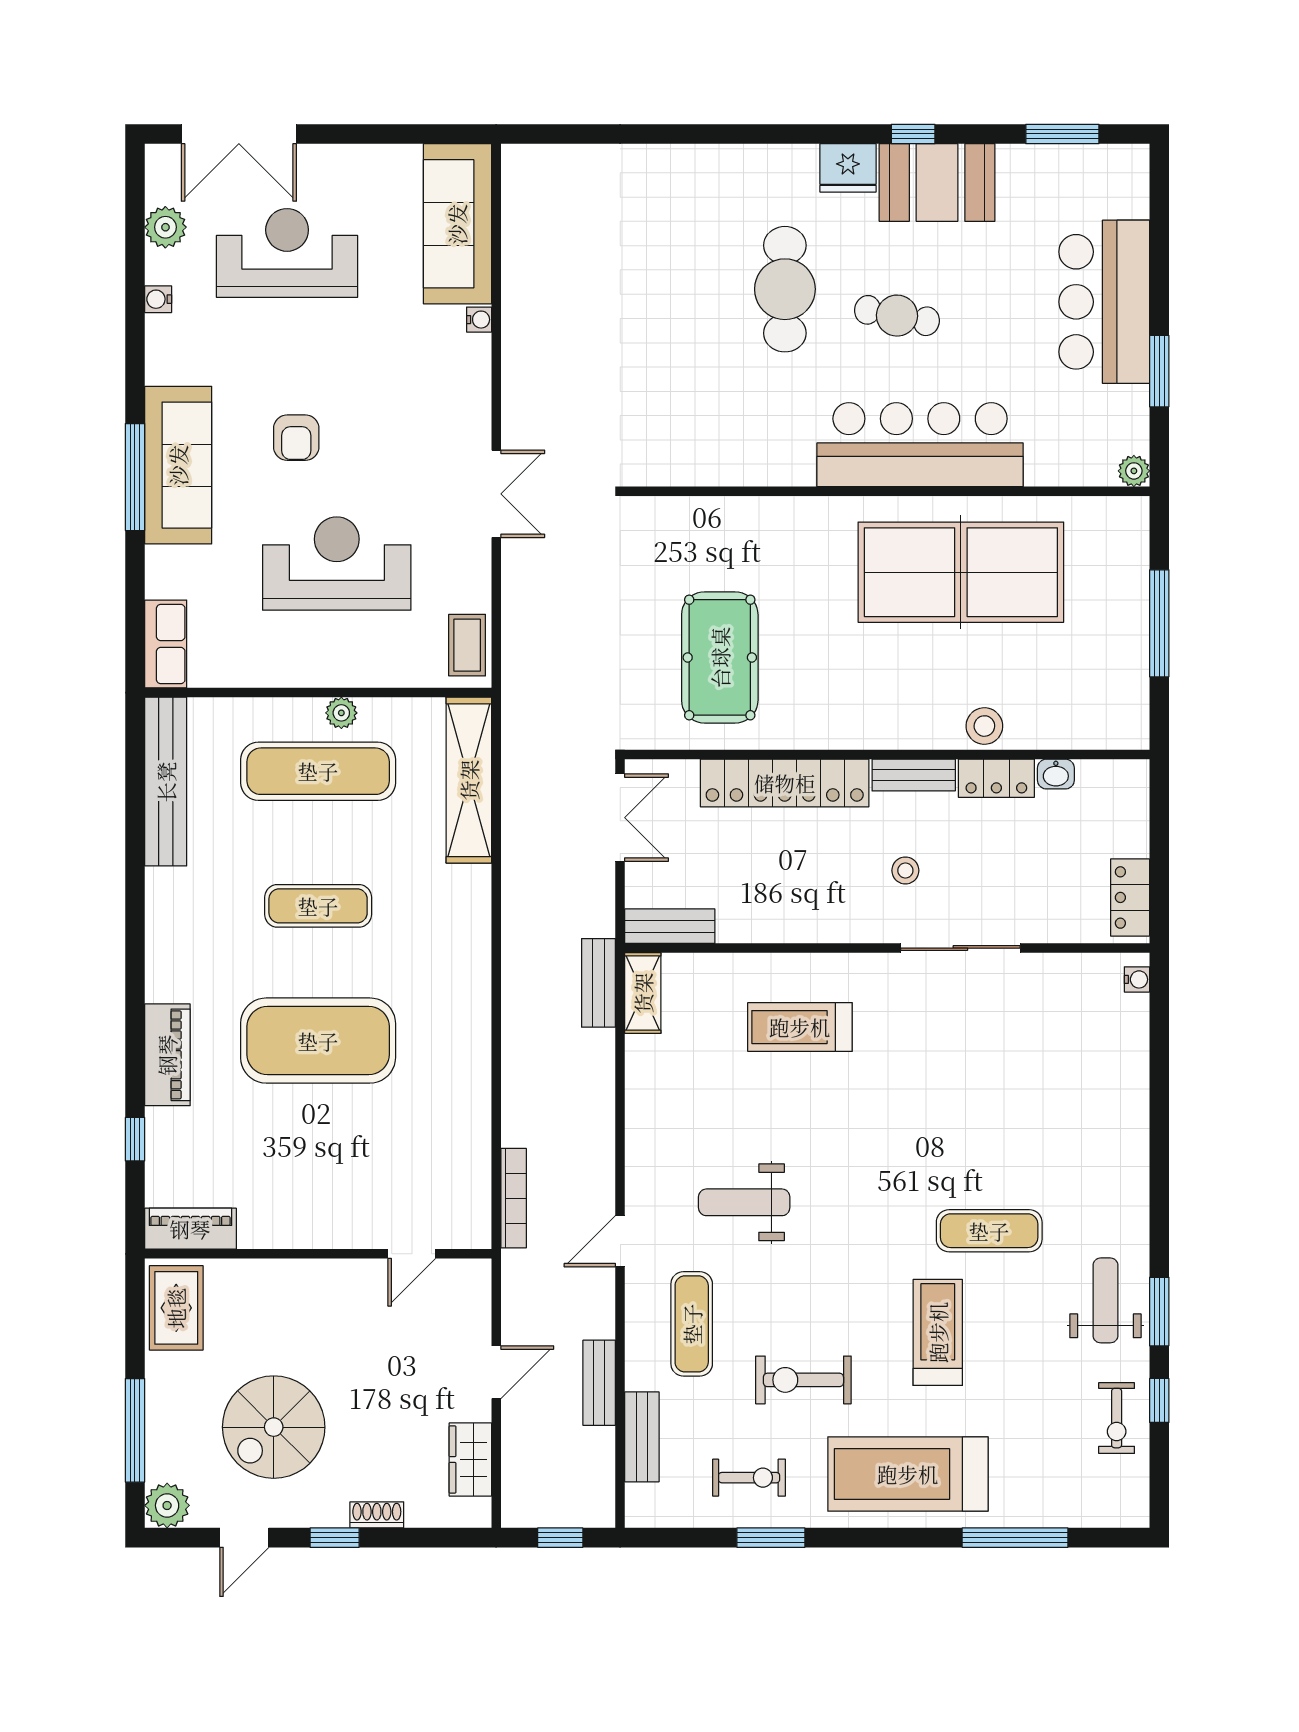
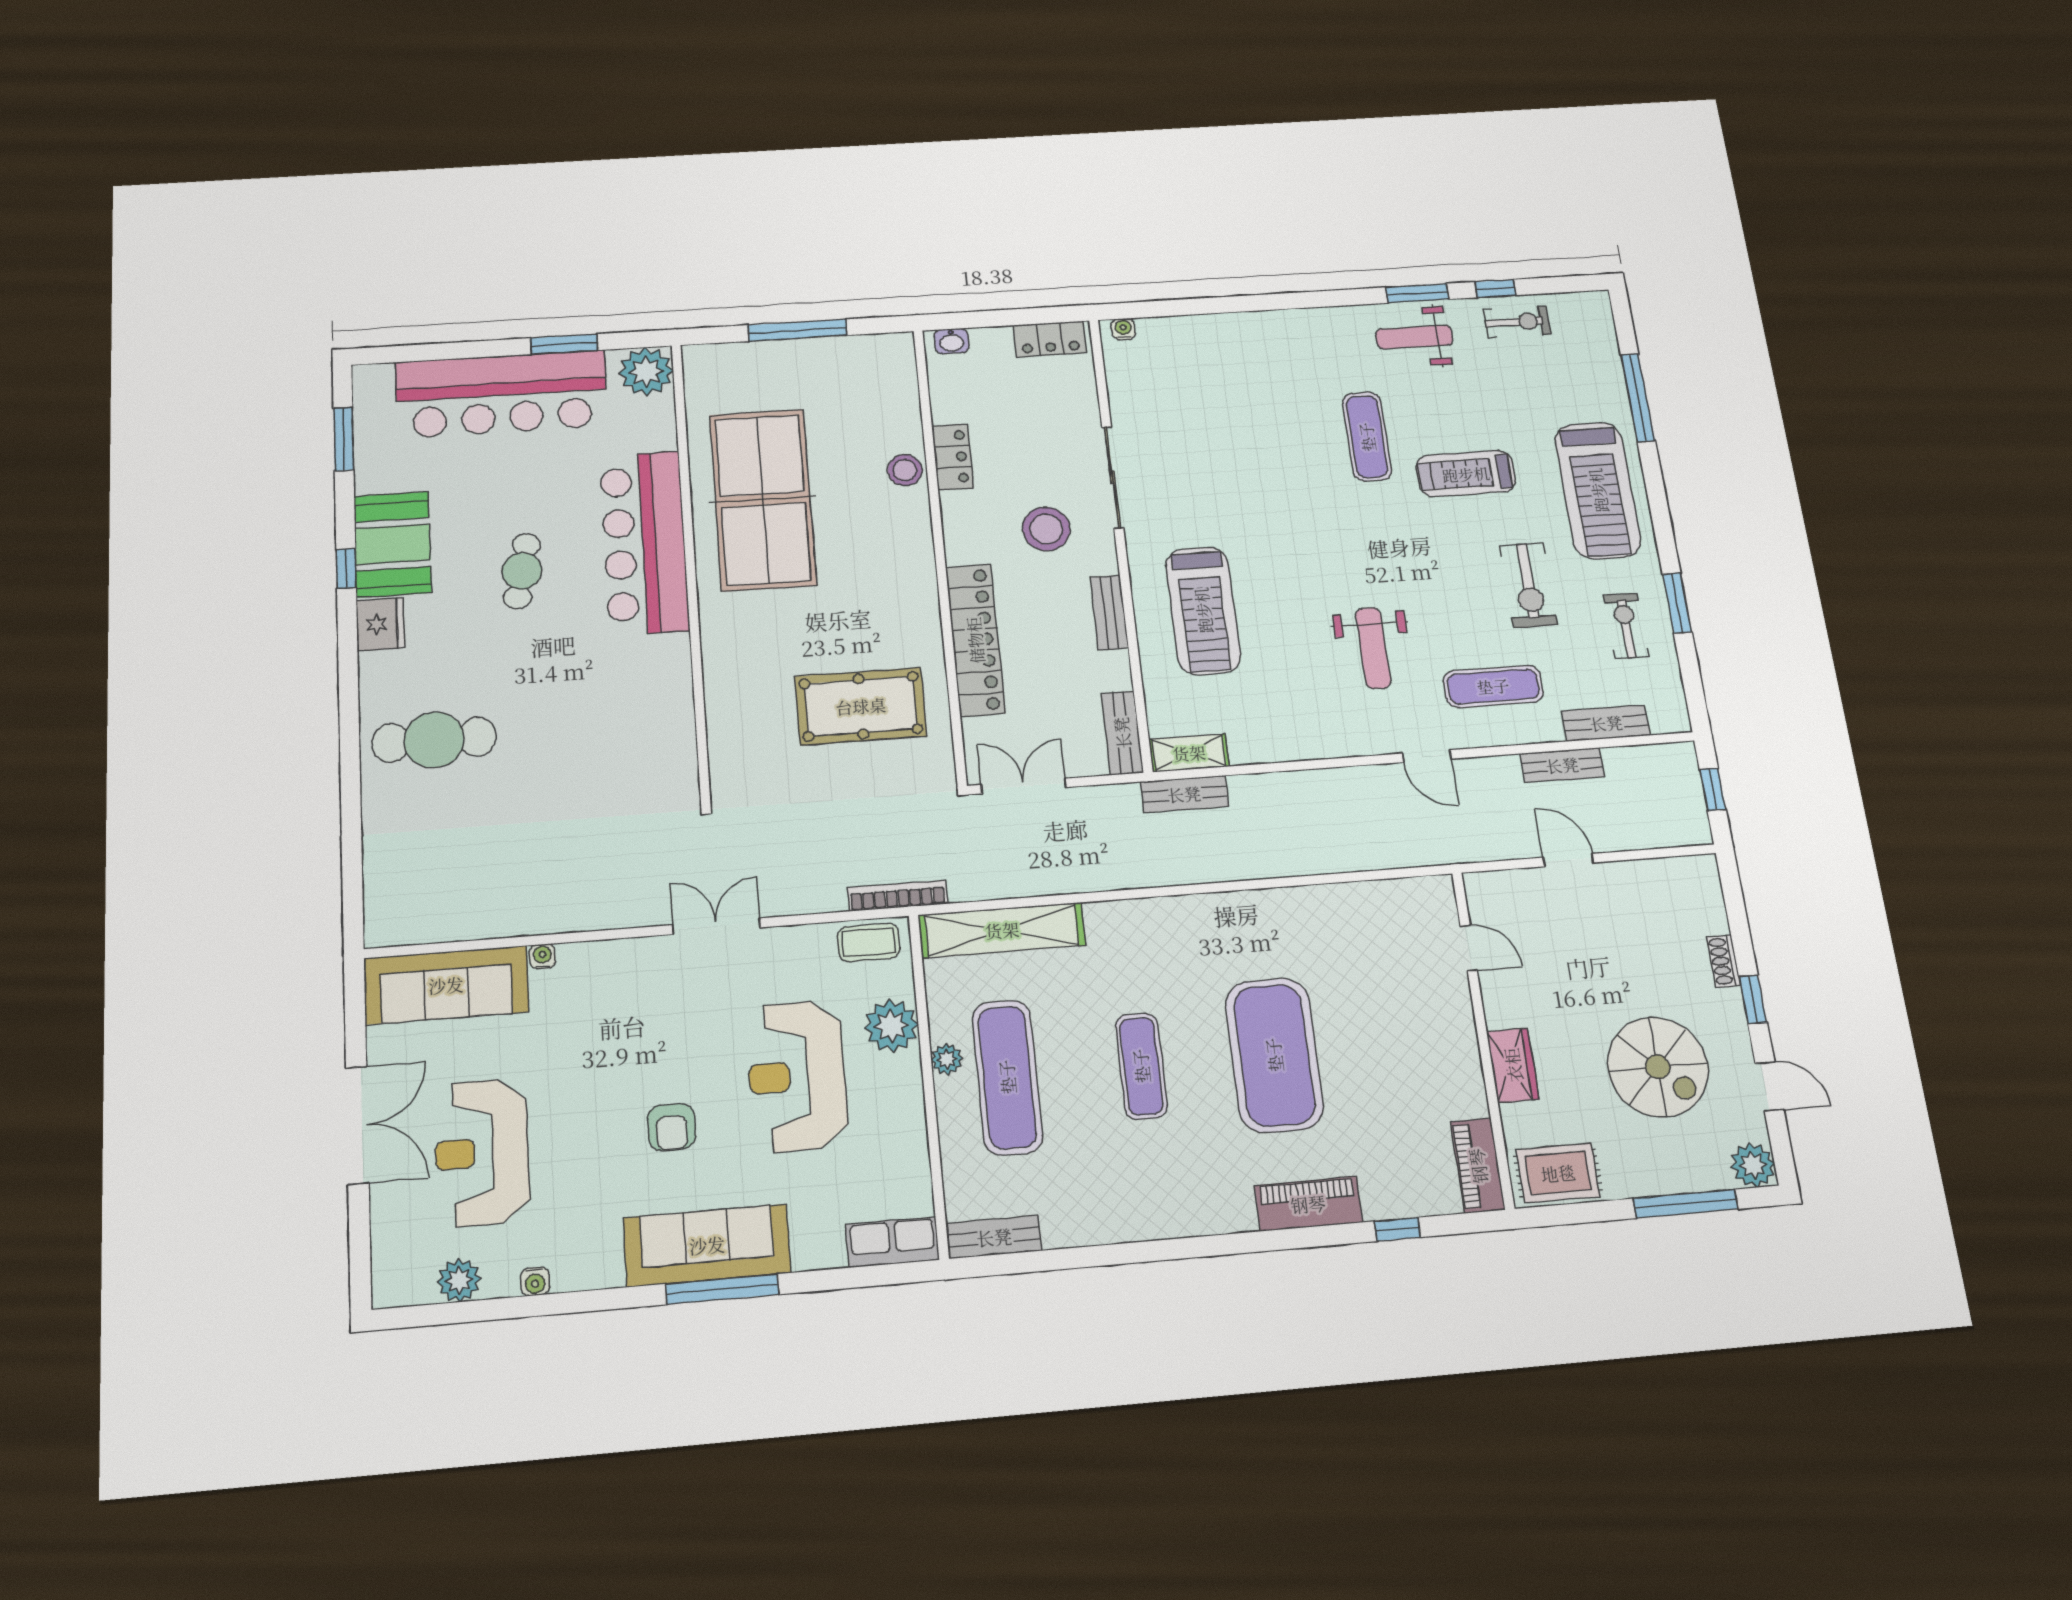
double door: (239, 134) -> (357, 1125), moved
cafe table: (785, 289) -> (434, 740), moved
bar counter: (1104, 302) -> (501, 394), width x1.36
armchair: (296, 438) -> (672, 1127), turned 90
plant: (1134, 471) -> (646, 372), width x1.88, depth x1.88
plant: (380, 661) -> (891, 1026), added
washbasin: (1056, 774) -> (952, 341), moved, turned 90
bench: (914, 775) -> (1109, 612), moved
bench: (166, 782) -> (994, 1237), width x0.54, depth x0.82
stool: (905, 870) -> (1046, 529), width x1.89, depth x1.89
treadmill: (800, 1027) -> (1203, 610), width x1.37, depth x1.38
bookcase: (514, 1198) -> (897, 896), moved
wardrobe: (470, 1460) -> (1513, 1065), moved, turned -90

